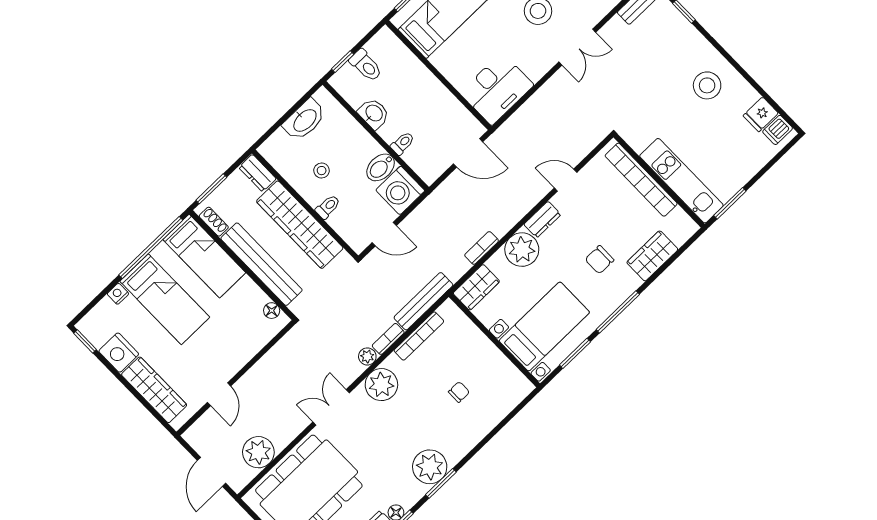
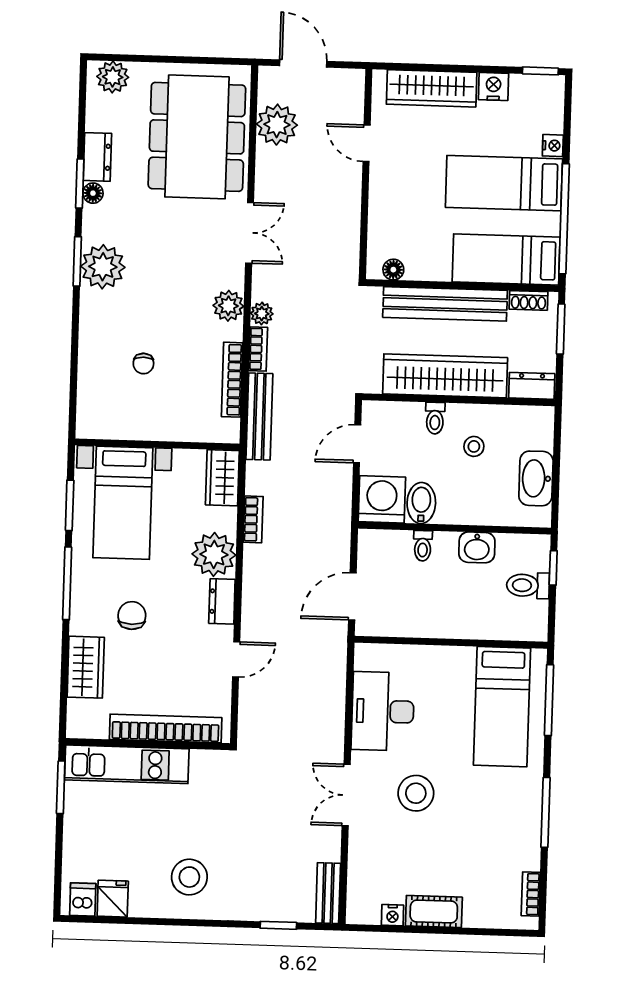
desk: (497, 89) -> (383, 711), moved
nightstand: (119, 353) -> (493, 87), width x0.74, depth x0.75
plant: (381, 385) -> (228, 306), width x0.73, depth x0.73

